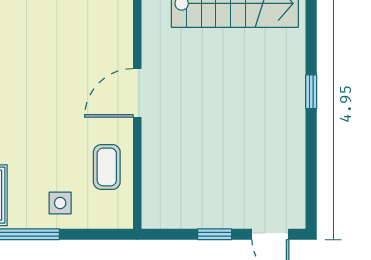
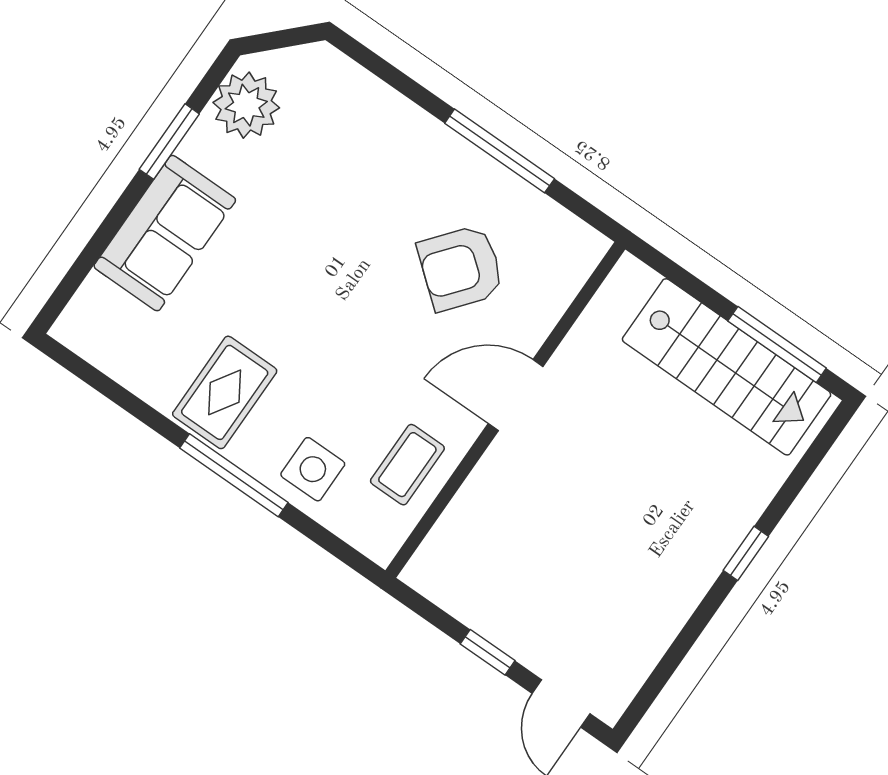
armchair: (64, 48) -> (461, 268), added
side table: (60, 203) -> (313, 469), width x1.37, depth x1.37

